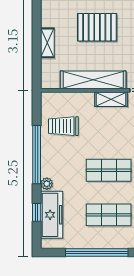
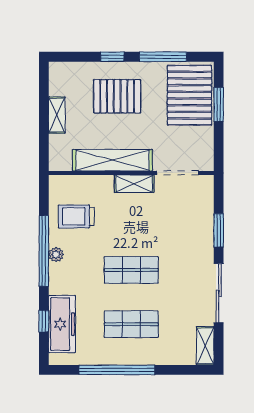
plant: (47, 184) -> (56, 255), moved

